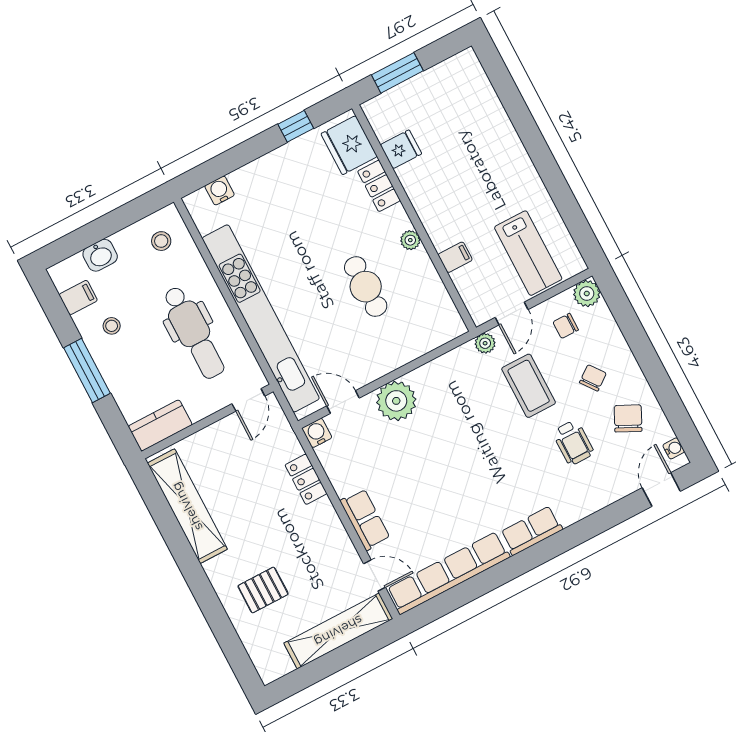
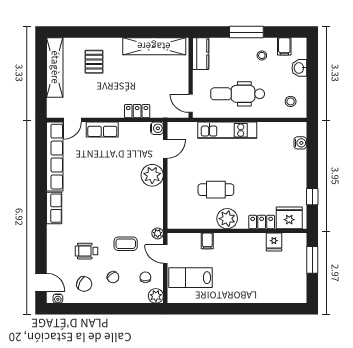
plant: (410, 240) -> (227, 219), width x1.88, depth x1.88
kitchen unit: (261, 318) -> (227, 130), width x0.54
coffee table: (529, 386) -> (126, 244), width x0.73, depth x0.77
shelving: (338, 631) -> (55, 67), moved

